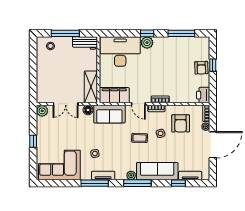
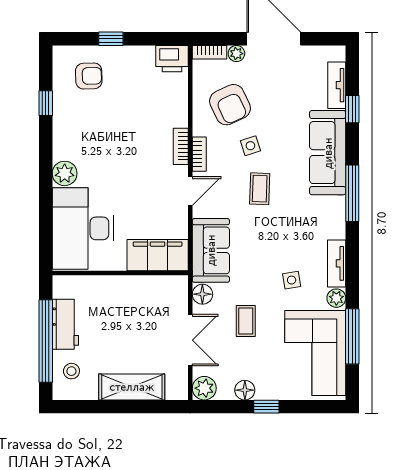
window: (65, 33) -> (46, 341), width x1.46
window: (147, 33) -> (46, 173), removed
window: (181, 33) -> (46, 103), width x0.46
workbench: (85, 43) -> (65, 324), moved
armchair: (201, 68) -> (89, 76), moved
shelving: (91, 87) -> (132, 387), moved
filing cabinet: (114, 95) -> (158, 255), moved, turned 90
armchair: (181, 123) -> (230, 105), turned 65
floor lamp: (41, 131) -> (245, 390), added
coffee table: (75, 131) -> (246, 321), added
plant: (131, 175) -> (336, 298), moved
window: (95, 183) -> (352, 336), moved

